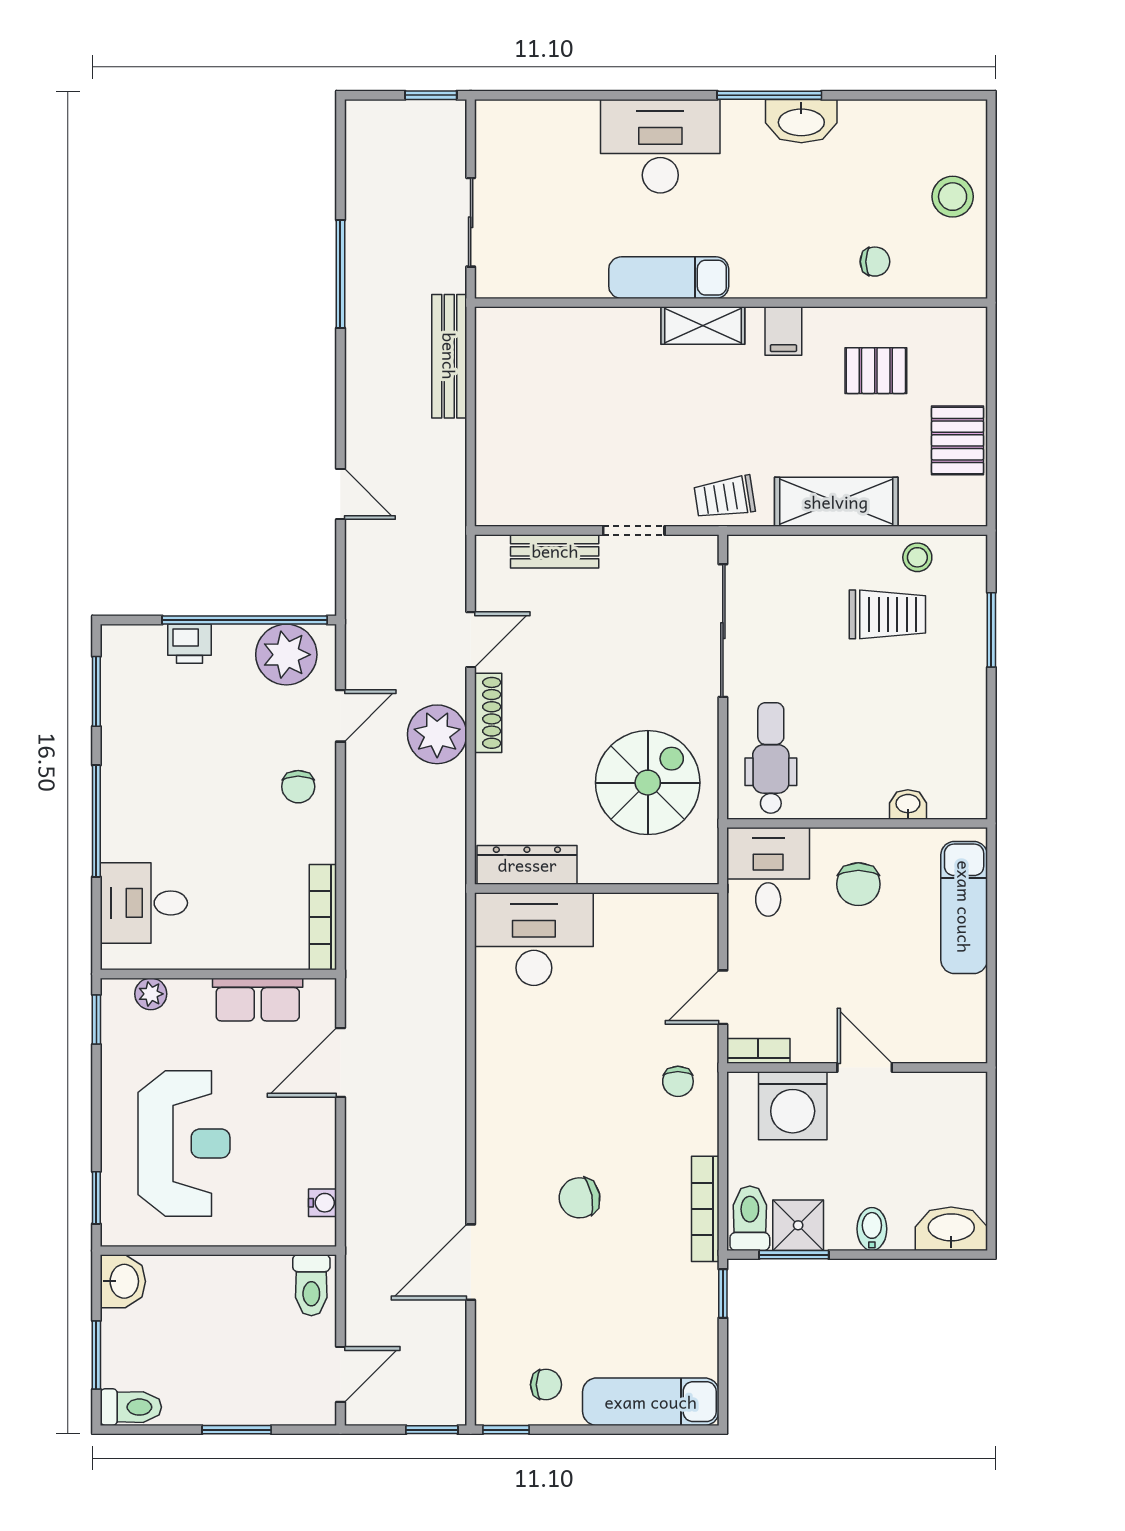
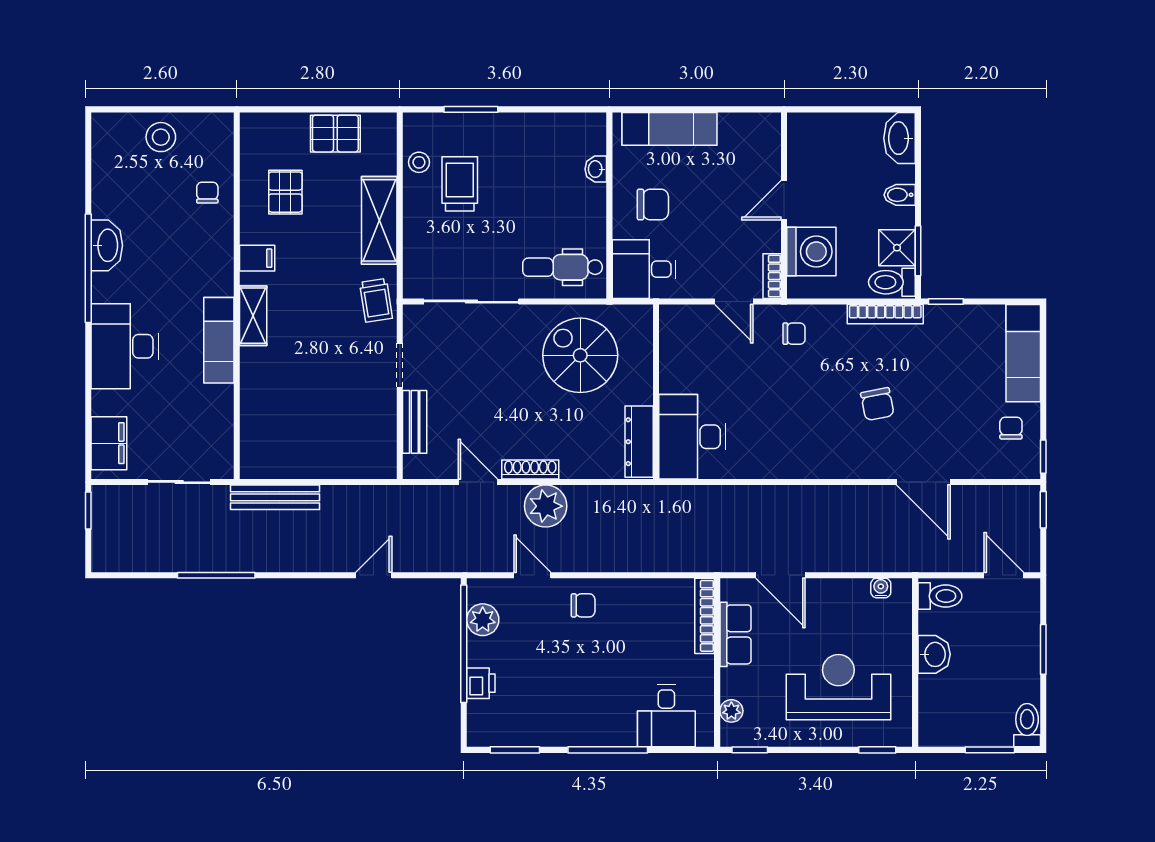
window: (769, 95) -> (88, 268), width x1.46
filing cabinet: (525, 124) -> (109, 443), added
plant: (286, 655) -> (483, 620), width x0.73, depth x0.73
bookcase: (323, 917) -> (705, 616), moved, turned 90
washbasin: (123, 1281) -> (934, 654), moved, turned 90

